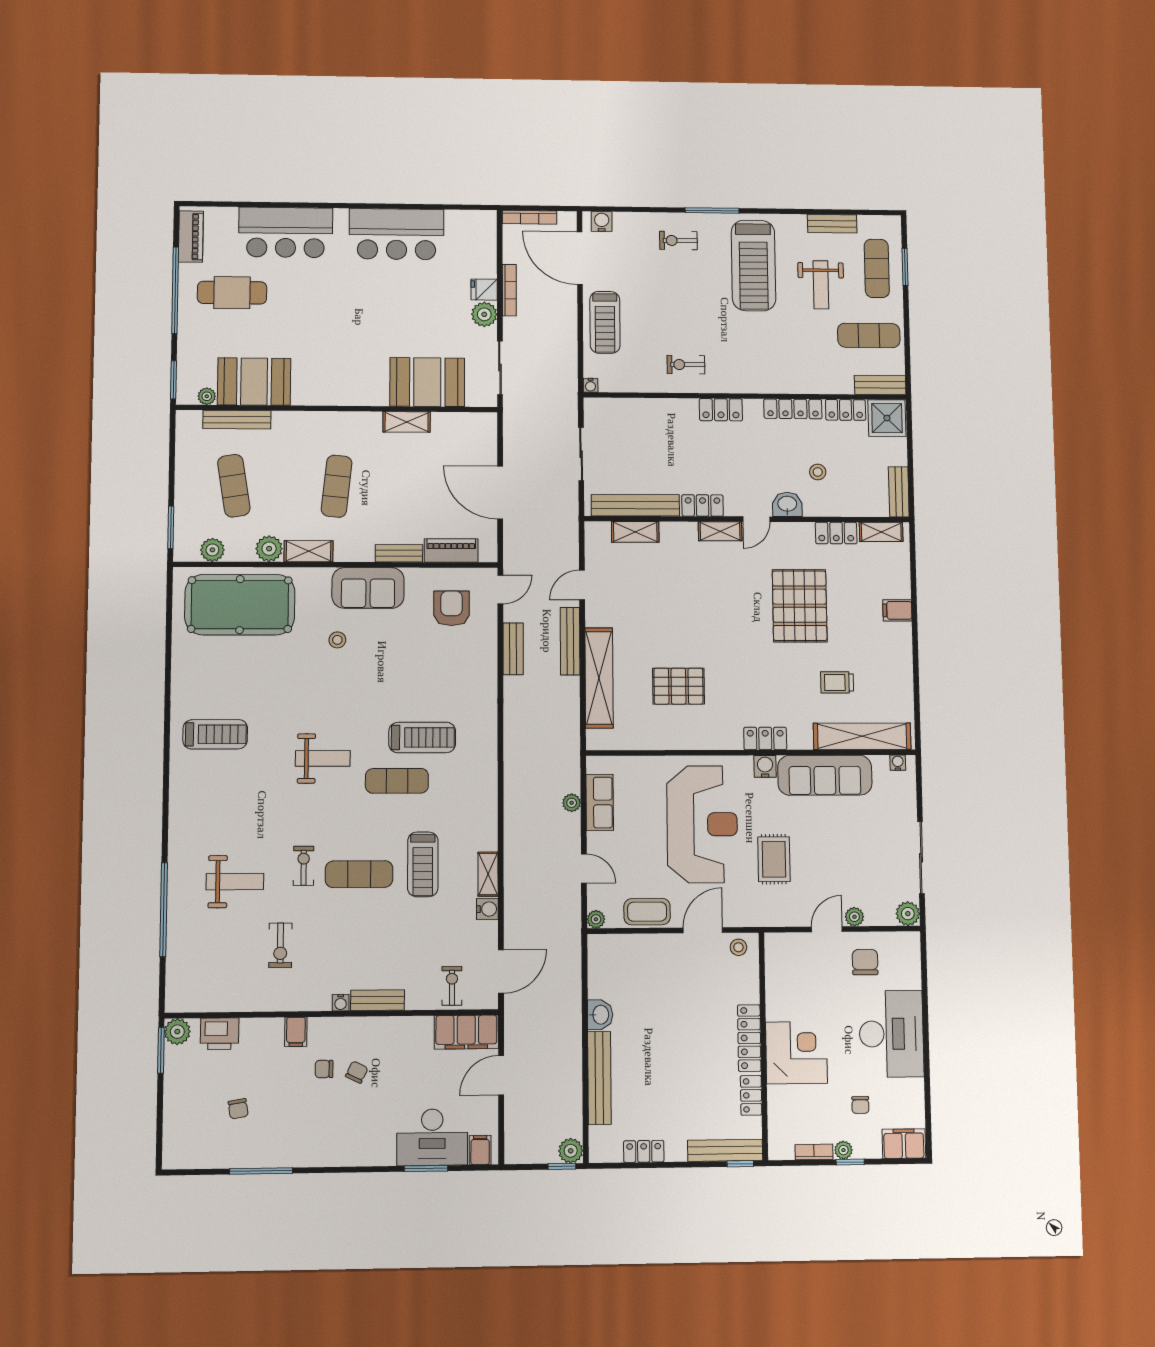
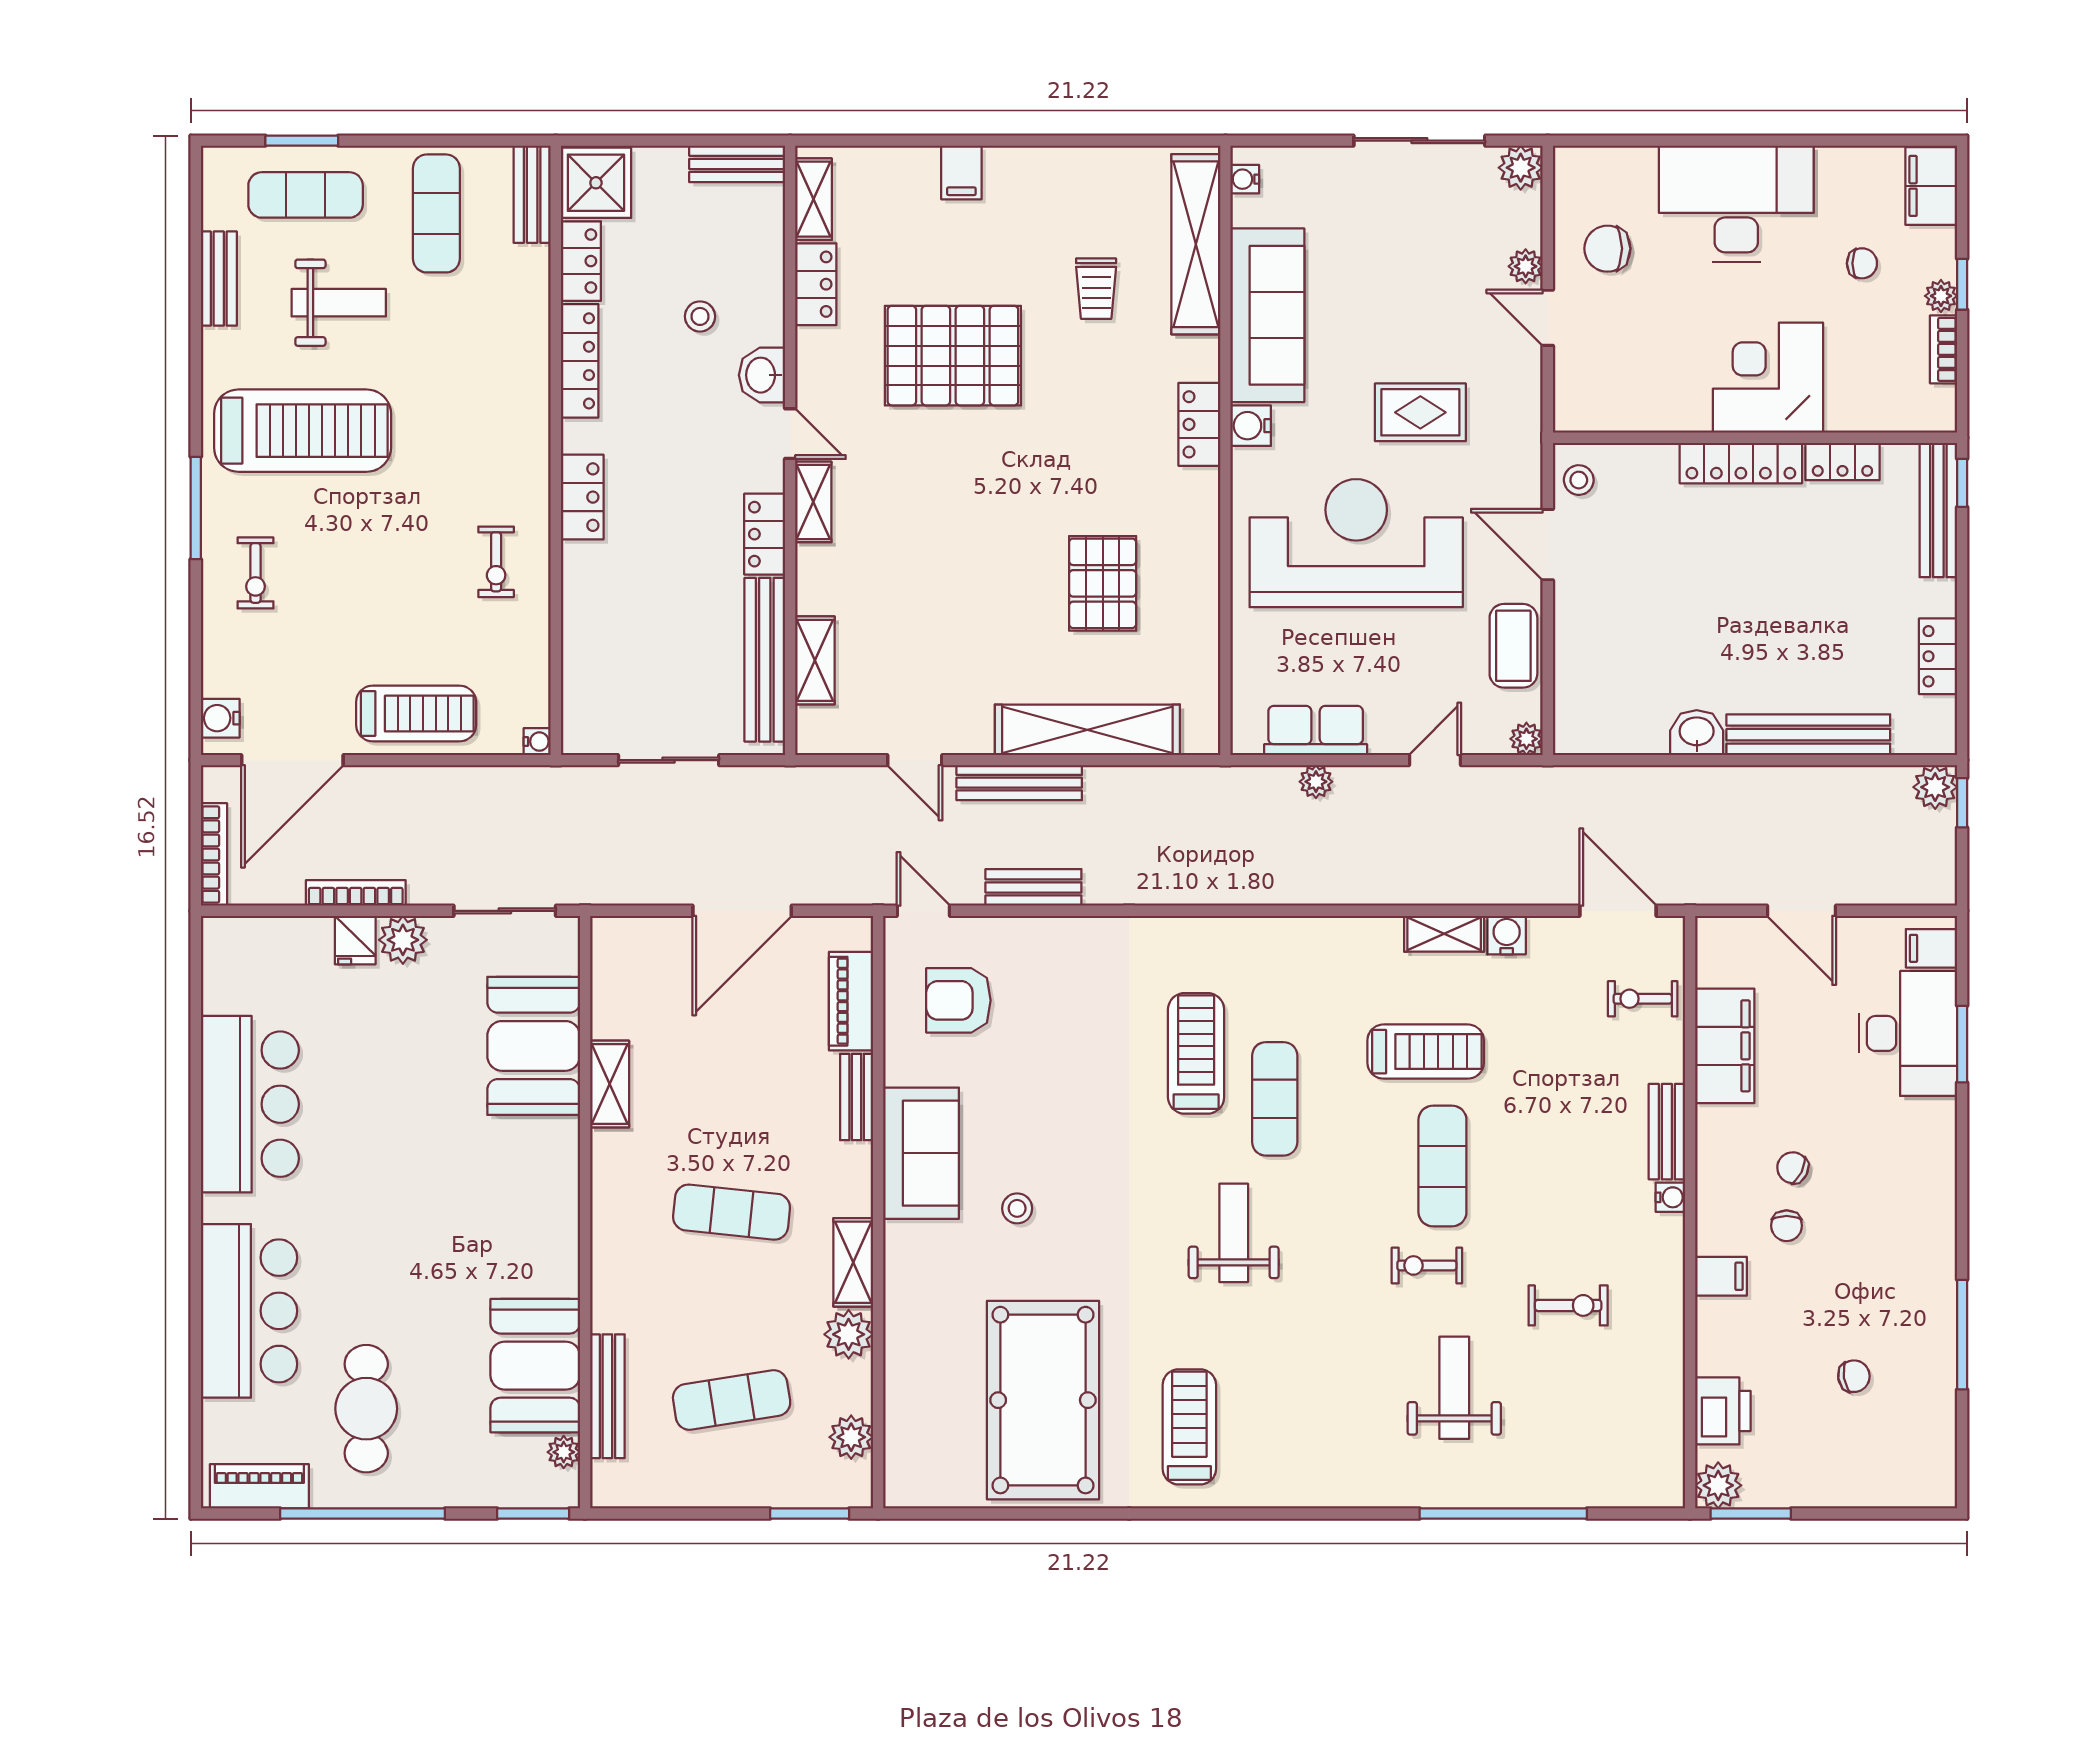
pool table: (240, 605) -> (1043, 1400), moved
filing cabinet: (466, 1032) -> (1725, 1046), moved

